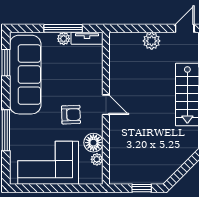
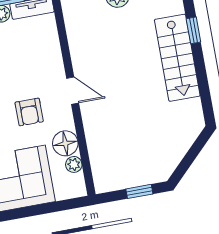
armchair: (71, 115) -> (29, 112), turned 92

